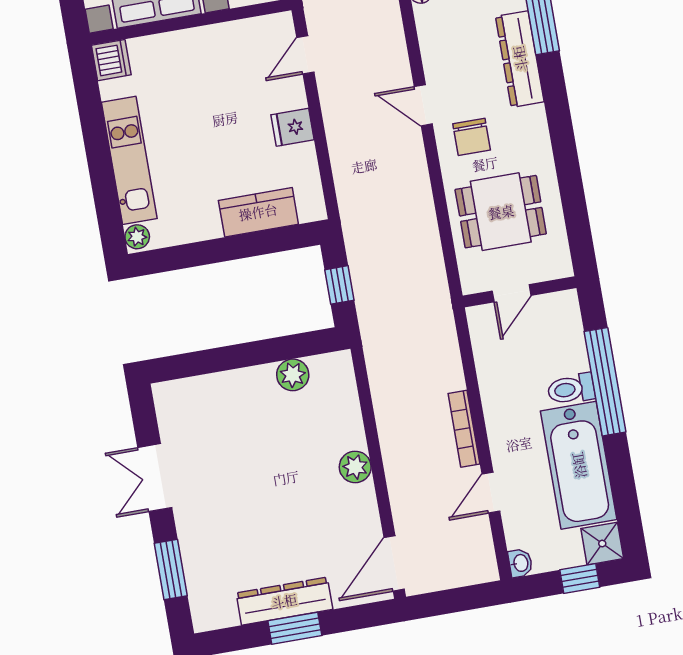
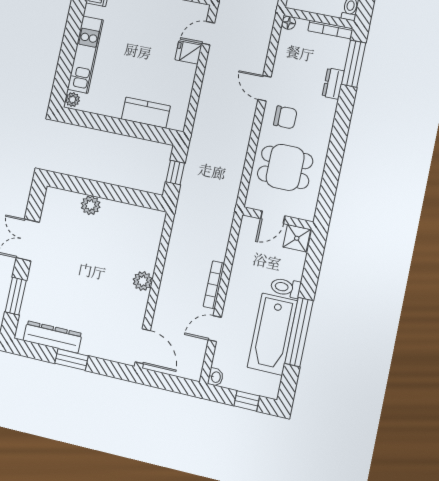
dresser: (520, 59) -> (333, 84), width x0.51, depth x0.80
fridge: (292, 127) -> (188, 52), moved
chair: (472, 137) -> (285, 117), turned -90
plant: (293, 375) -> (91, 205), moved
window: (605, 382) -> (299, 332), moved
shower: (602, 544) -> (297, 238), moved
door: (394, 563) -> (143, 346), swing flipped
dresser: (284, 601) -> (53, 337), moved

